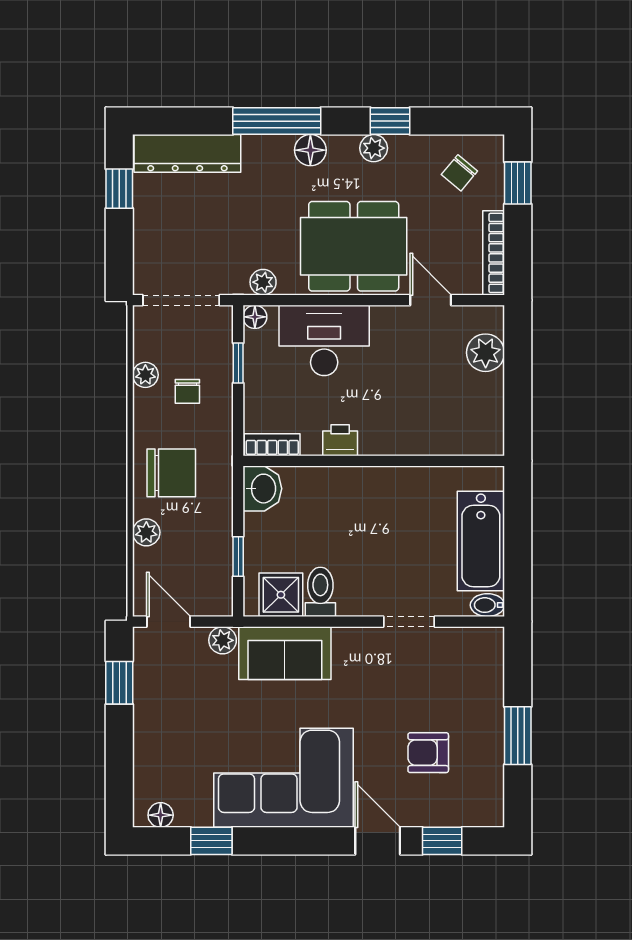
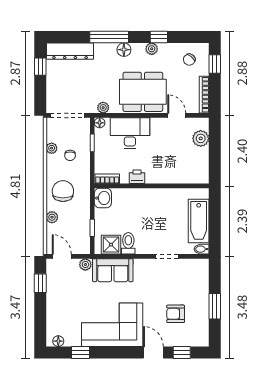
chair: (171, 473) -> (63, 191), turned -90

